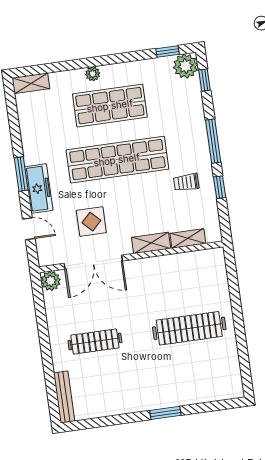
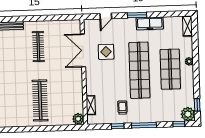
freezer: (39, 189) -> (150, 23), moved
shelving: (151, 243) -> (90, 84), removed
plant: (51, 281) -> (78, 119), moved

